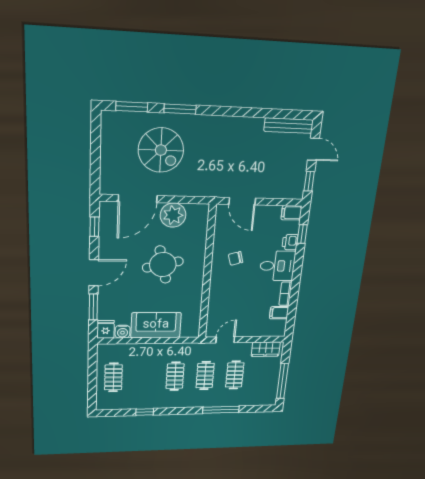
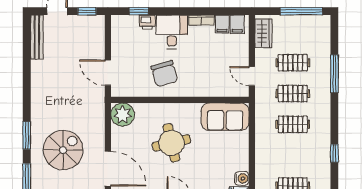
door: (242, 201) -> (108, 73), swing flipped
filing cabinet: (291, 213) -> (237, 24), moved
plant: (173, 215) -> (123, 115), moved
chair: (236, 258) -> (164, 74), width x1.87, depth x1.87
sofa: (156, 325) -> (225, 117), moved, turned -90

